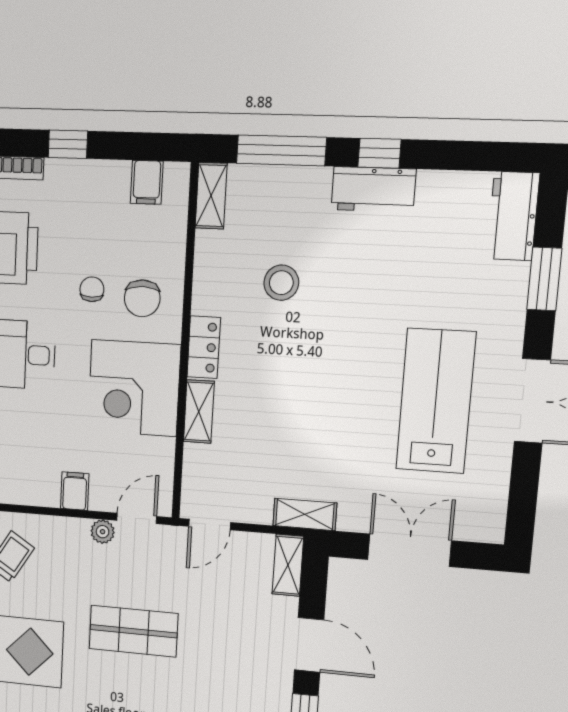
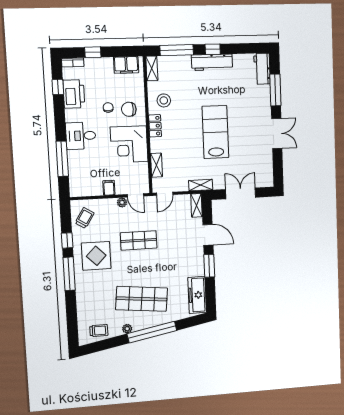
filing cabinet: (147, 182) -> (126, 65), width x2.00
workbench: (373, 189) -> (212, 62), width x1.38
window: (544, 279) -> (275, 90), width x1.44
stool: (281, 283) -> (164, 100), moved
chair: (142, 298) -> (129, 109), turned 90
lab bench: (436, 401) -> (215, 132), moved
shelving: (199, 412) -> (156, 165), moved
door: (137, 518) -> (135, 195), swing flipped

